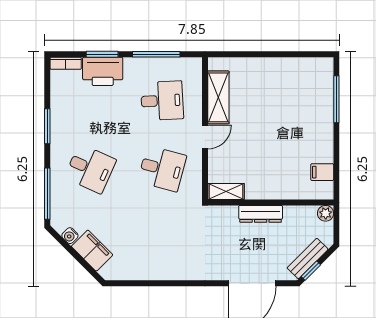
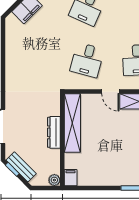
filing cabinet: (322, 172) -> (71, 178), moved
shelving: (226, 191) -> (72, 123), width x2.20, depth x1.33

